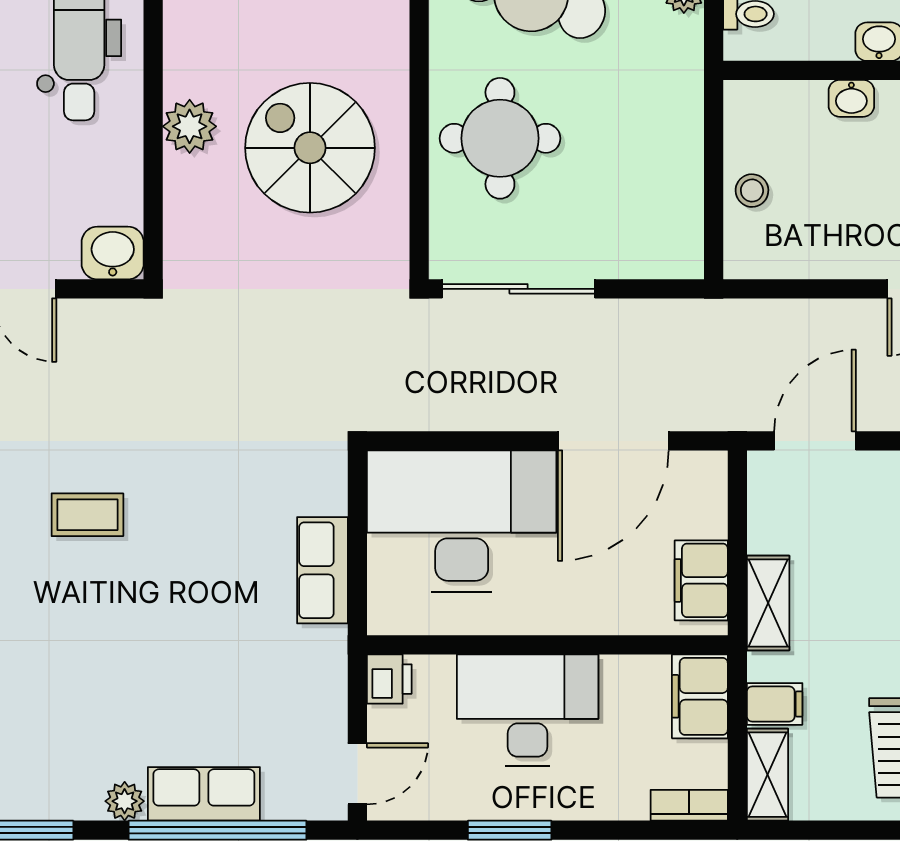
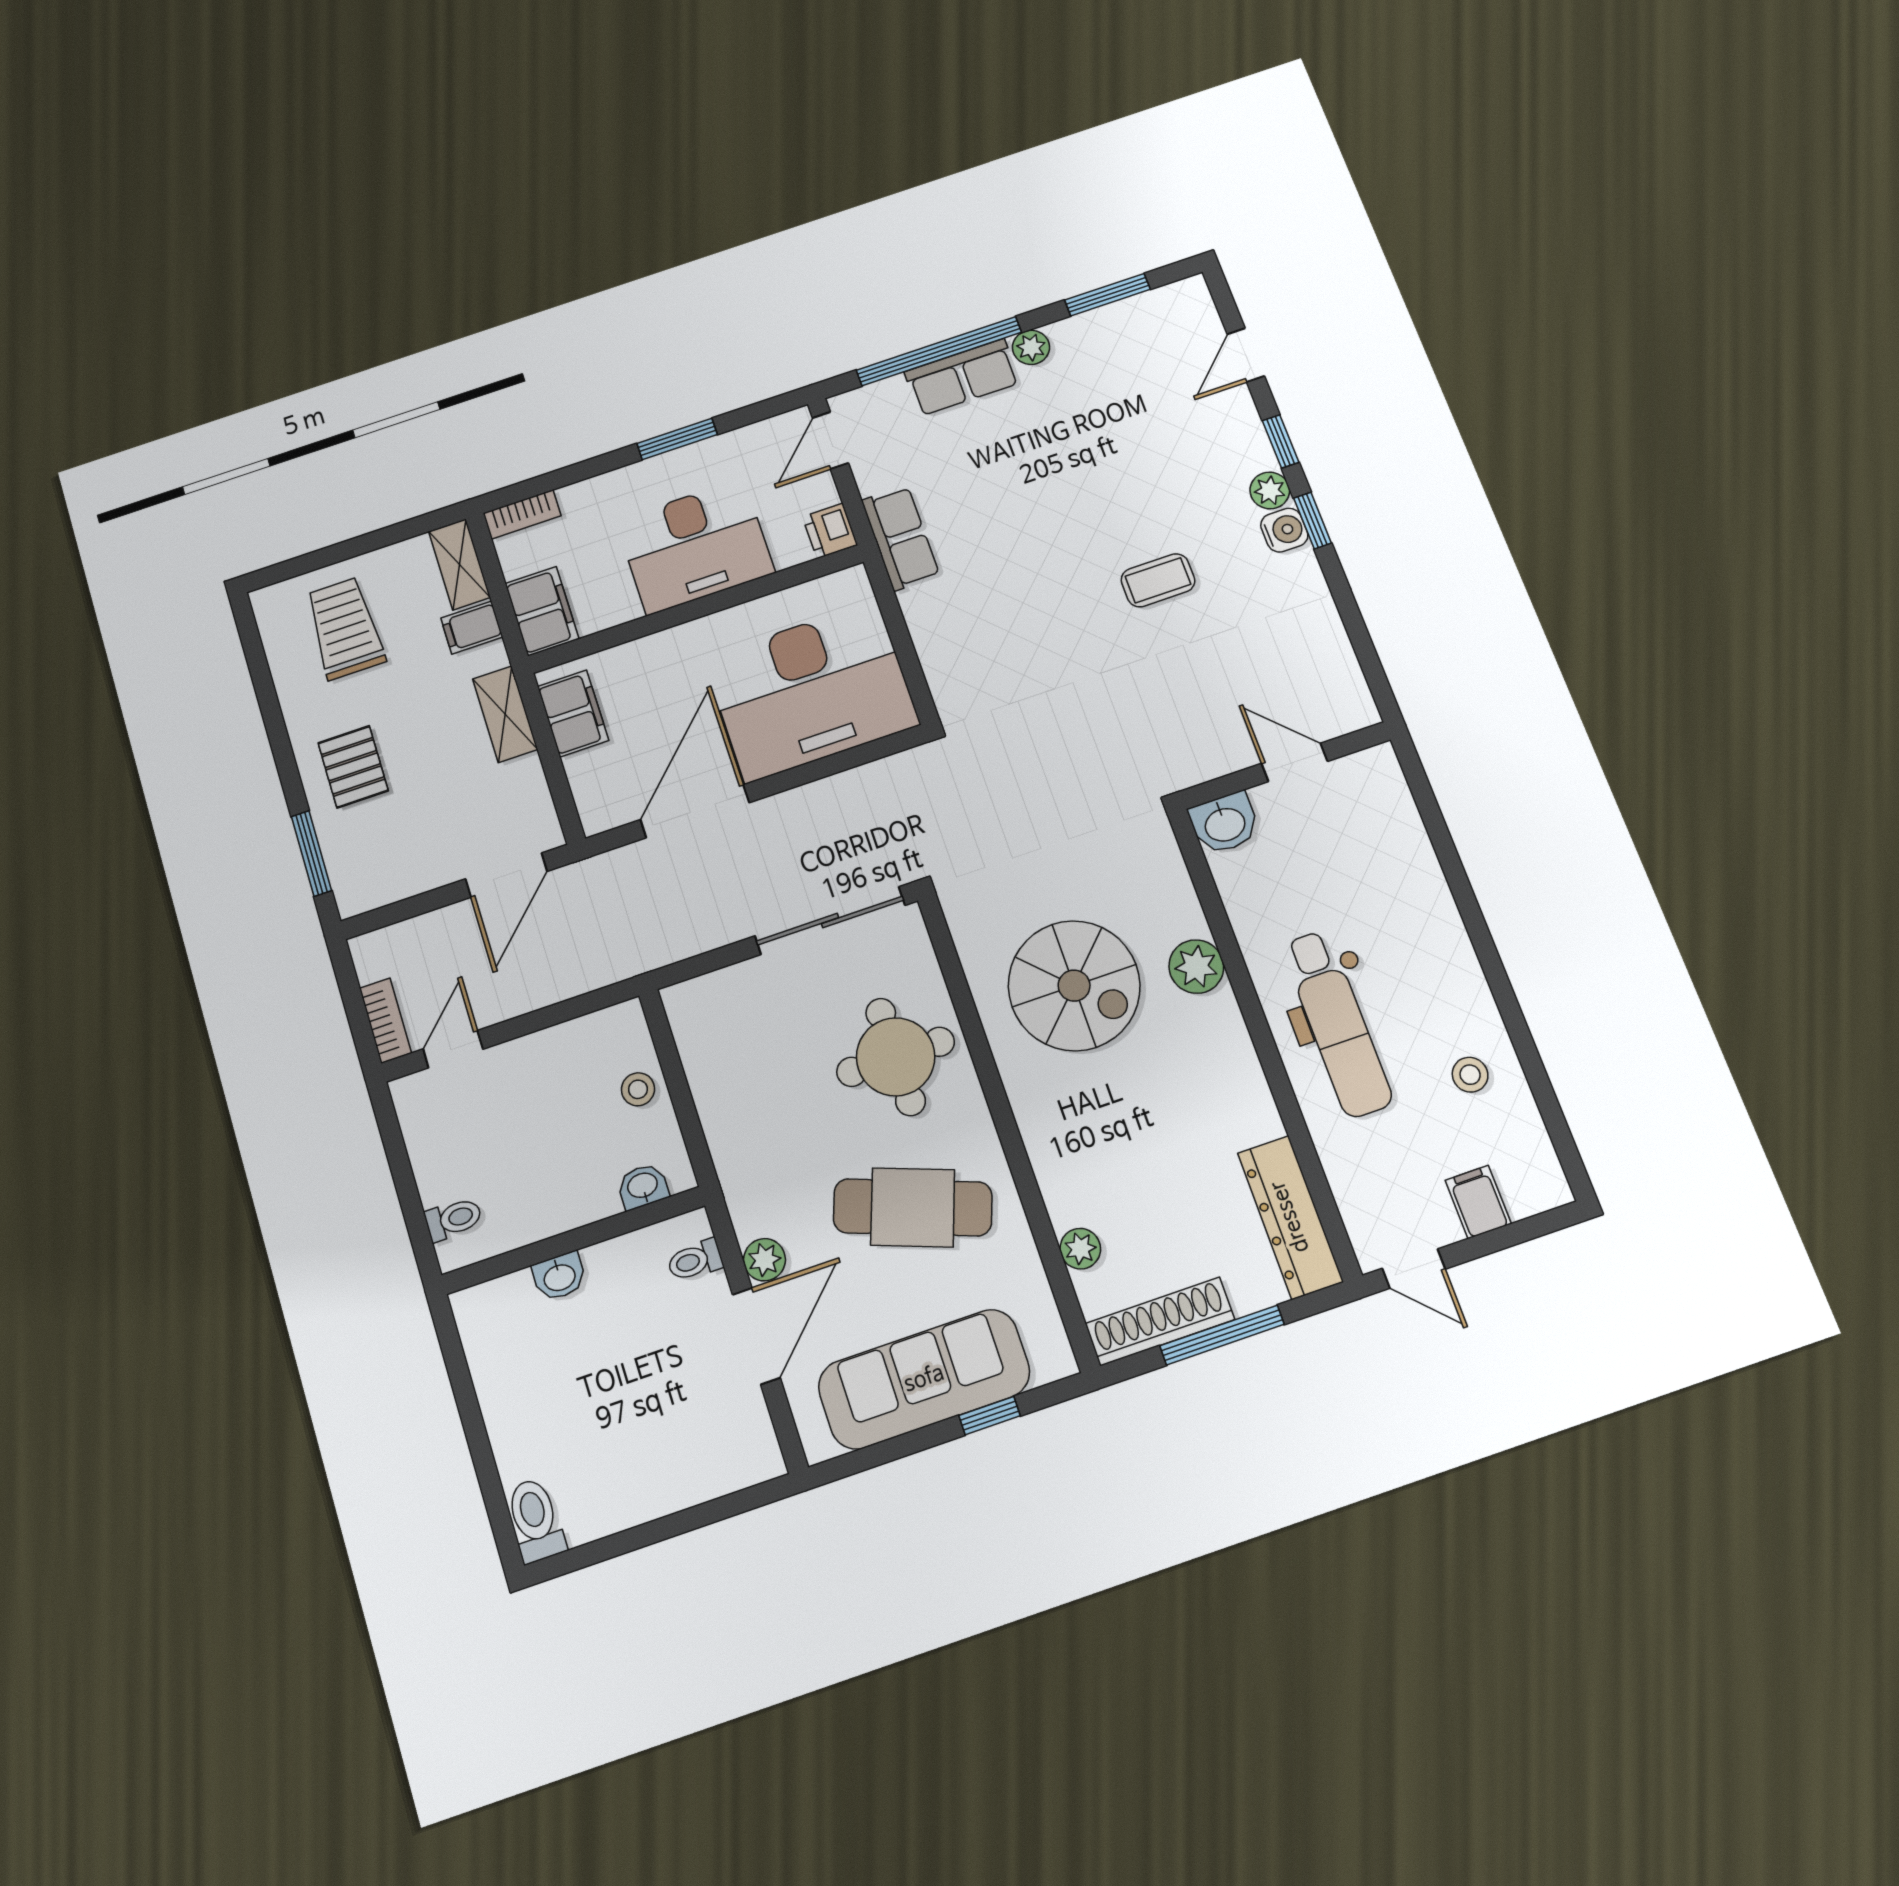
washbasin: (851, 98) -> (643, 1186), moved
row of seats: (322, 570) -> (901, 538), moved

